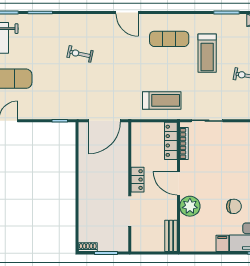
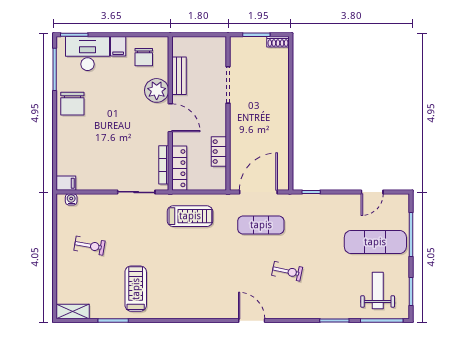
door: (127, 13) -> (252, 321), moved
exercise mat: (169, 39) -> (261, 225), moved
treadmill: (207, 53) -> (136, 289), moved
treadmill: (162, 100) -> (190, 216), turned 180
locker: (137, 180) -> (219, 152), moved
chair: (234, 206) -> (144, 57), moved, turned -90
bench: (171, 236) -> (179, 76), moved

